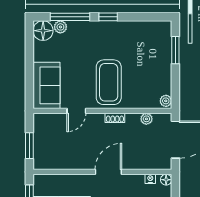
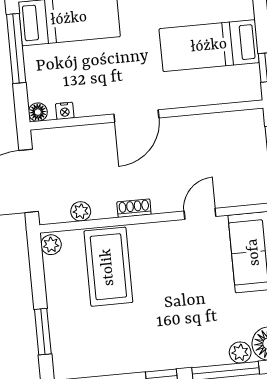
coffee table: (109, 82) -> (108, 267), moved

